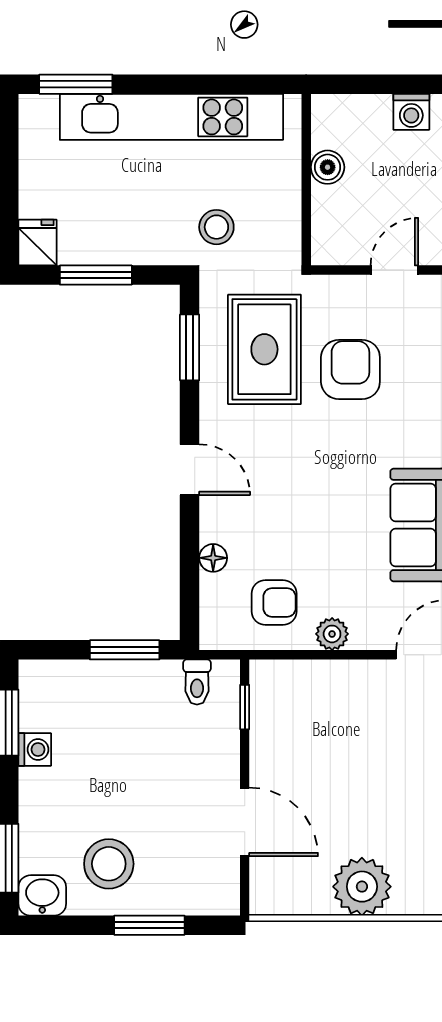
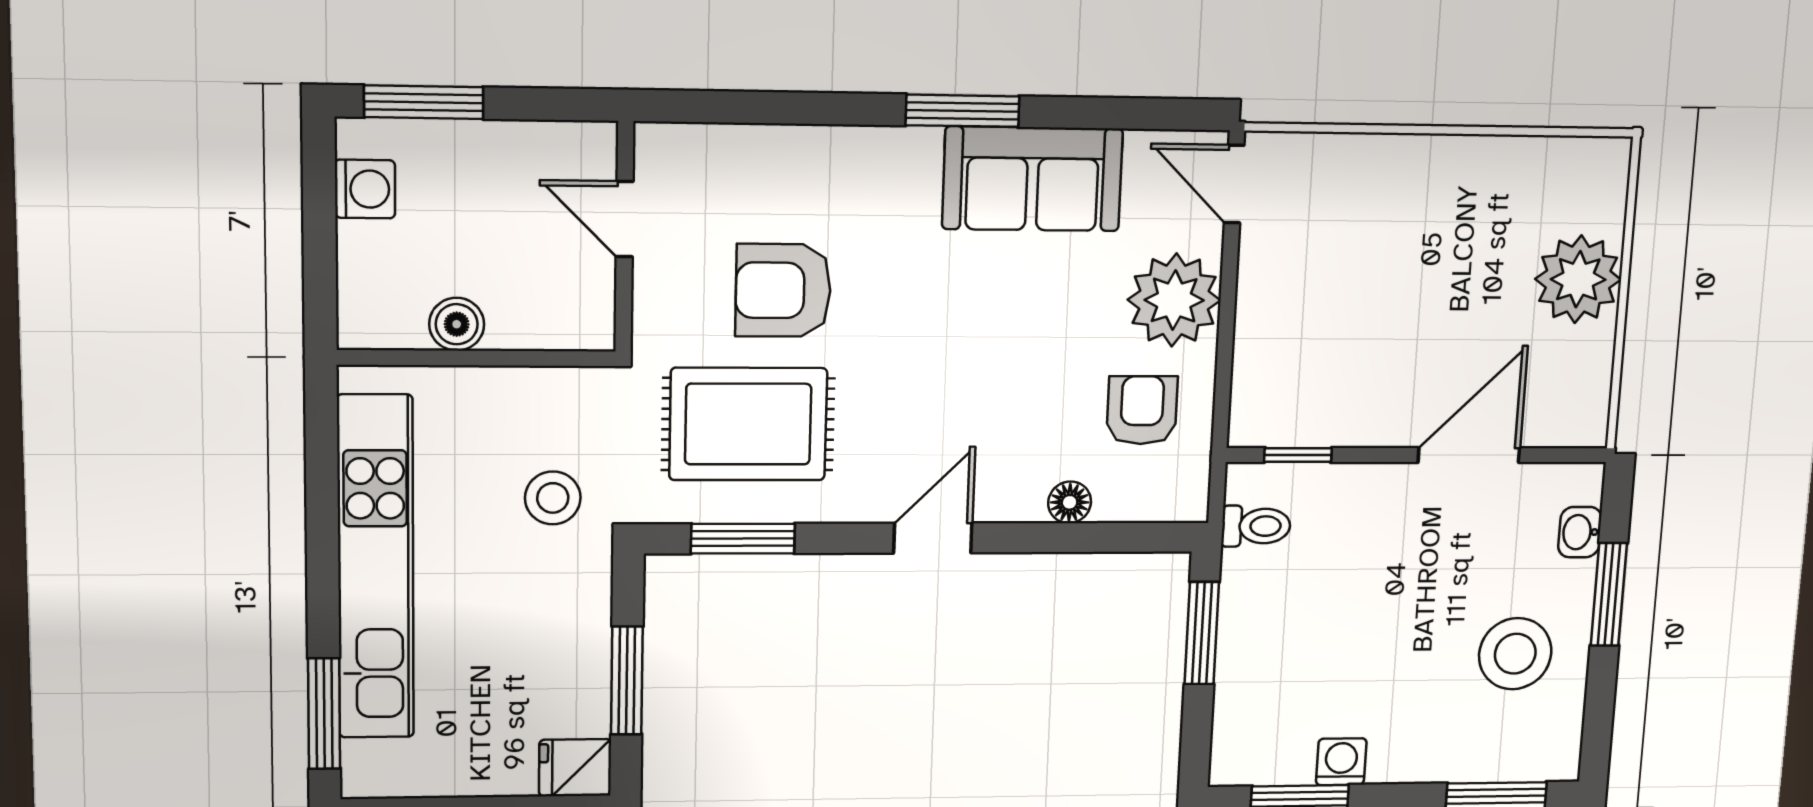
plant: (332, 634) -> (1174, 300), width x1.87, depth x1.87
washbasin: (42, 895) -> (1580, 532), moved, width x0.72, depth x0.69

